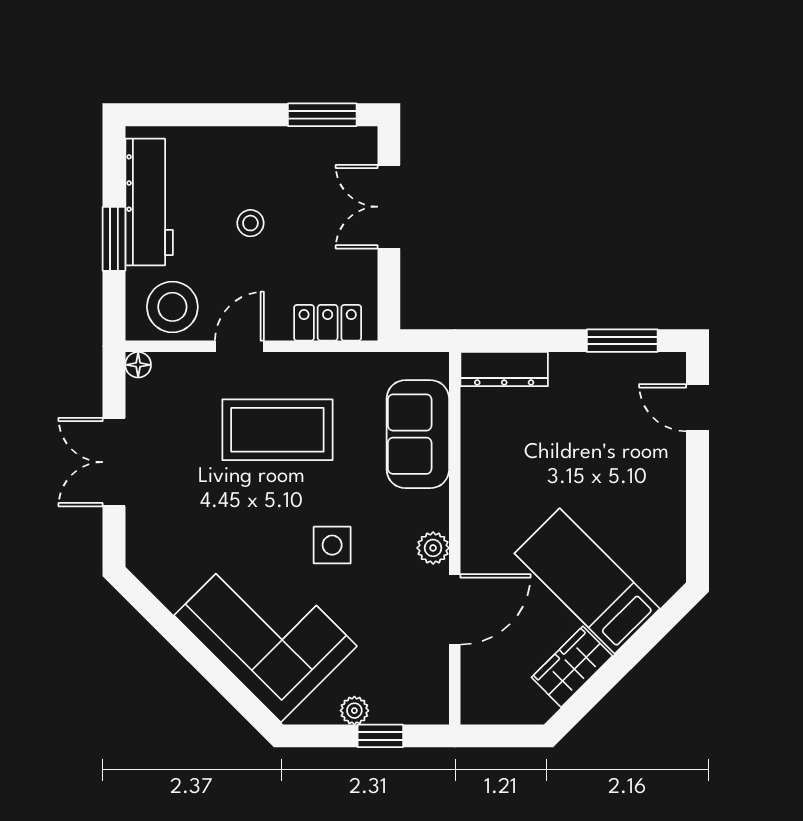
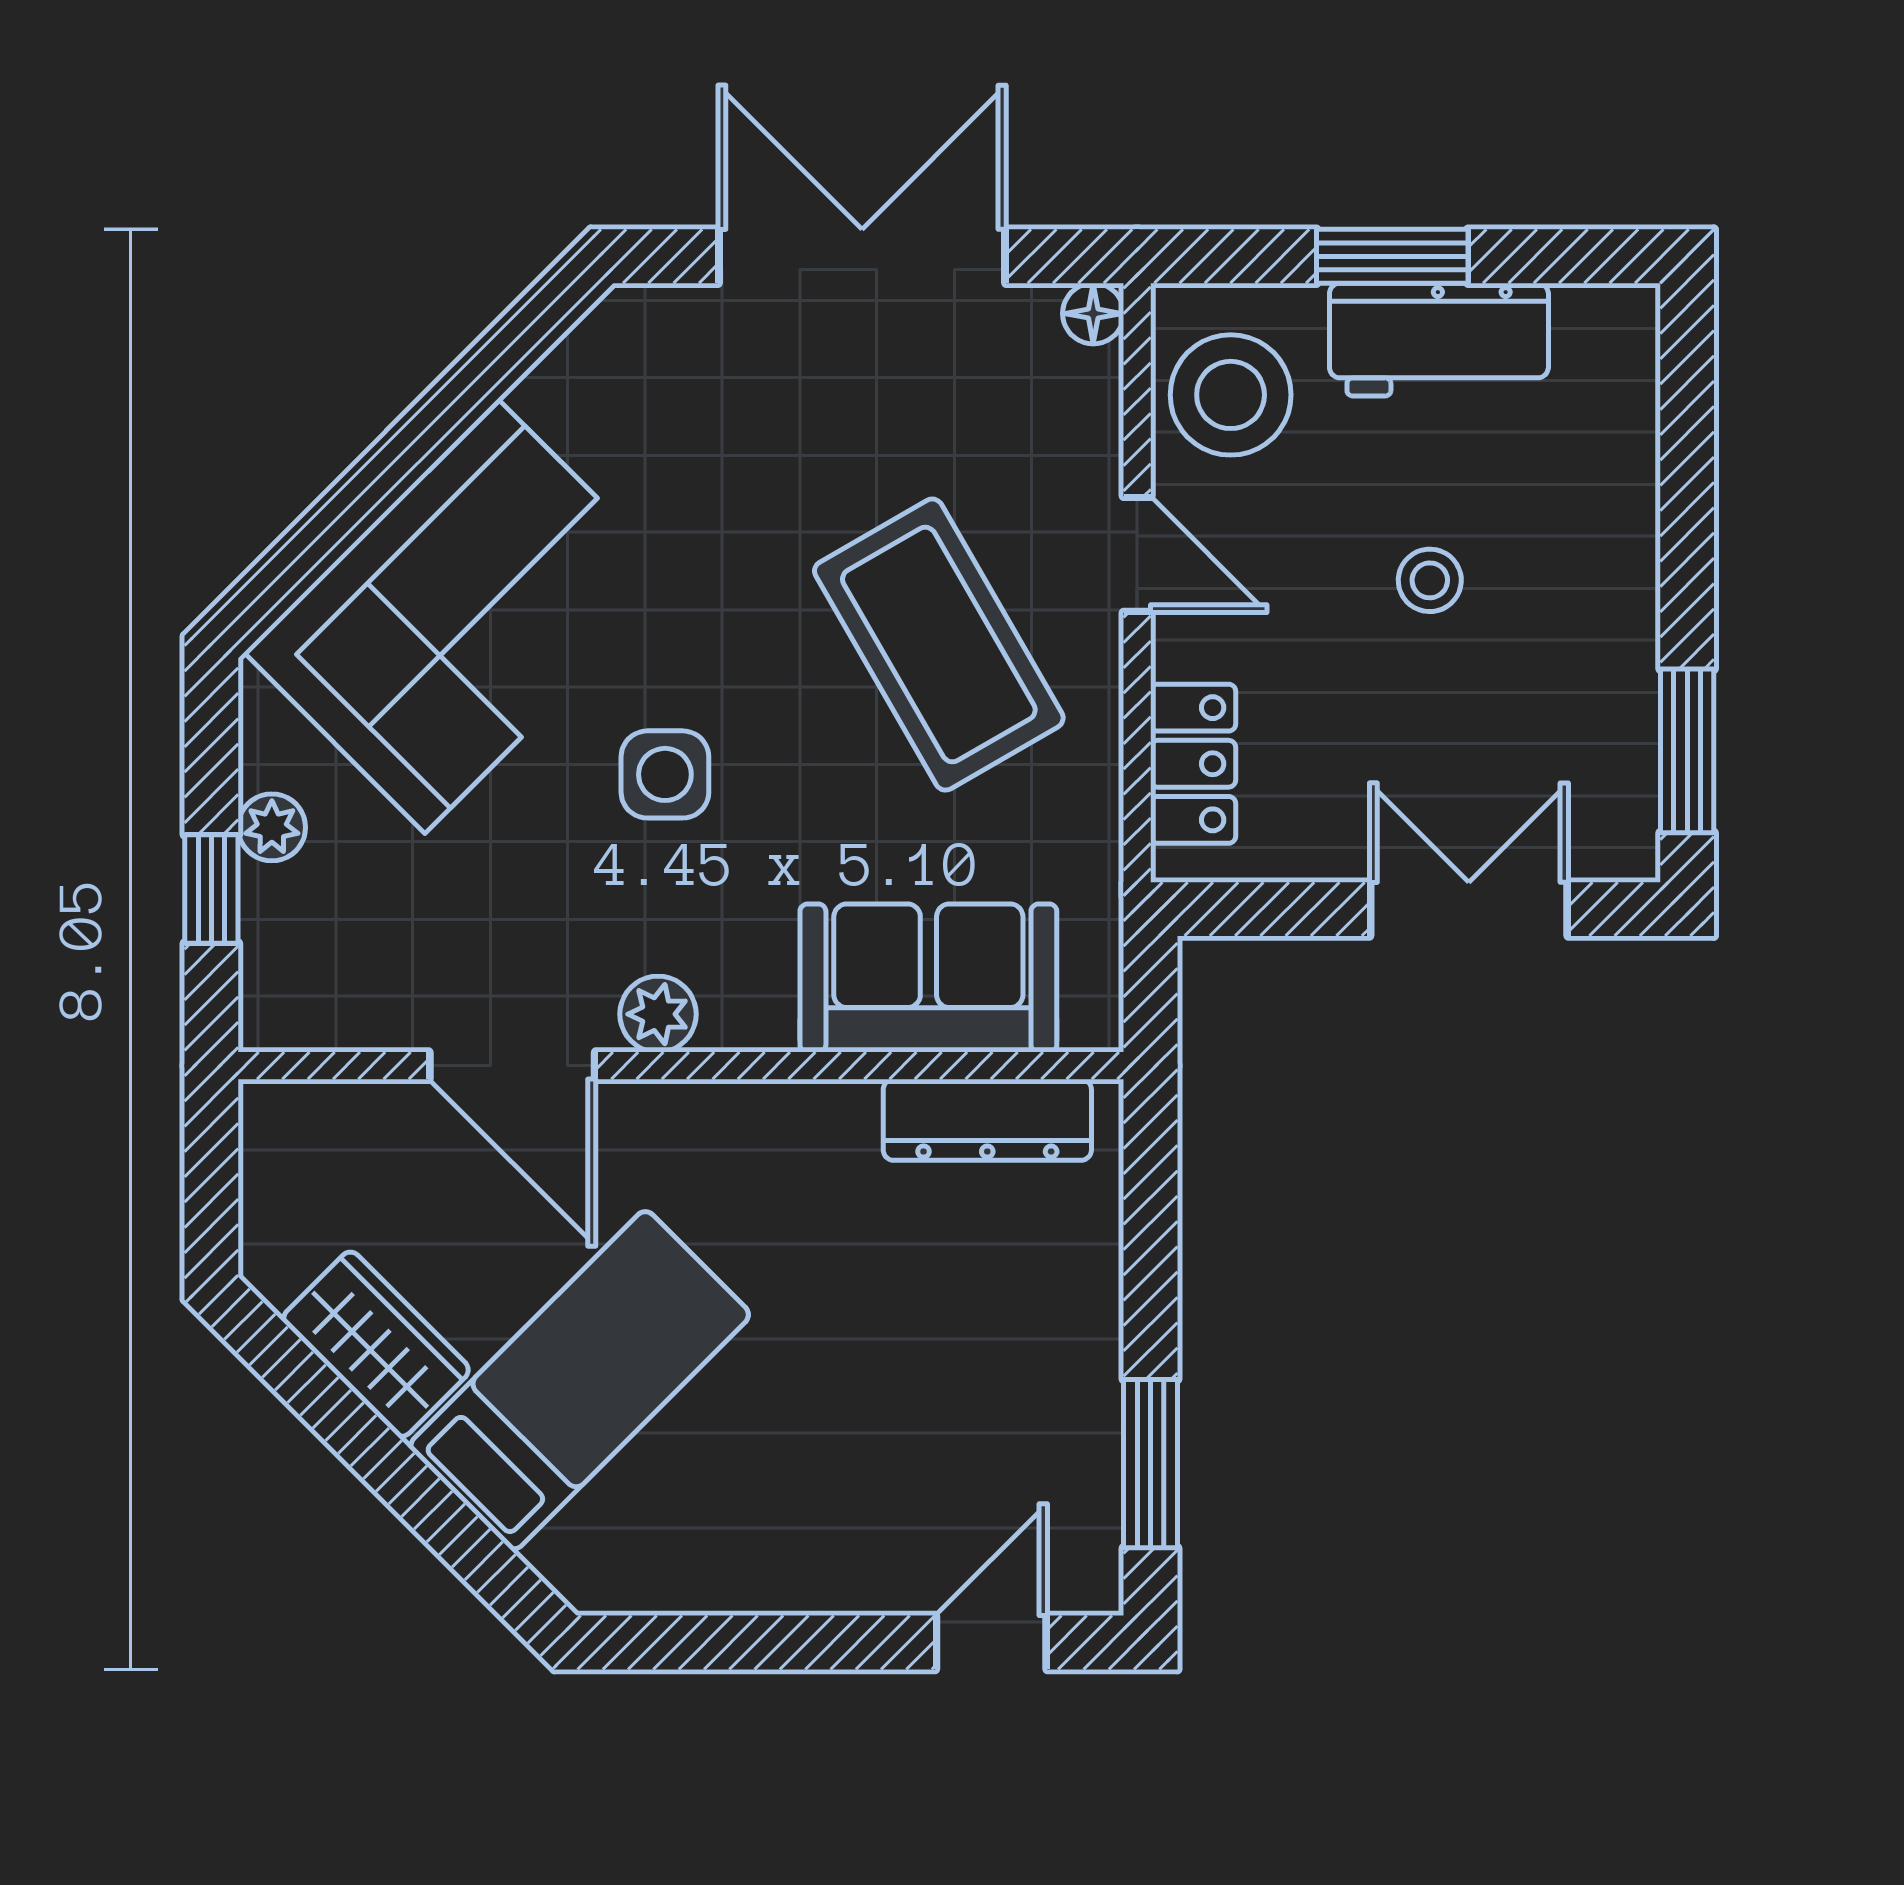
workbench: (149, 202) -> (1439, 340), width x0.73
dresser: (504, 369) -> (987, 1120), moved, turned -90
coffee table: (277, 430) -> (939, 645), turned -30
double door: (114, 462) -> (862, 256), width x1.37

